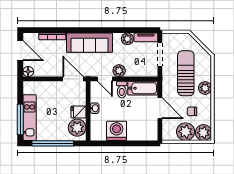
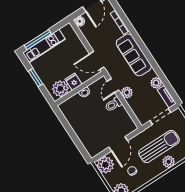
door: (73, 79) -> (97, 60), swing flipped
bathtub: (143, 88) -> (125, 120), removed
plant: (205, 88) -> (169, 162), moved
washing machine: (117, 131) -> (78, 121), removed
plant: (186, 132) -> (105, 165), moved
window: (53, 143) -> (36, 78), width x0.47

